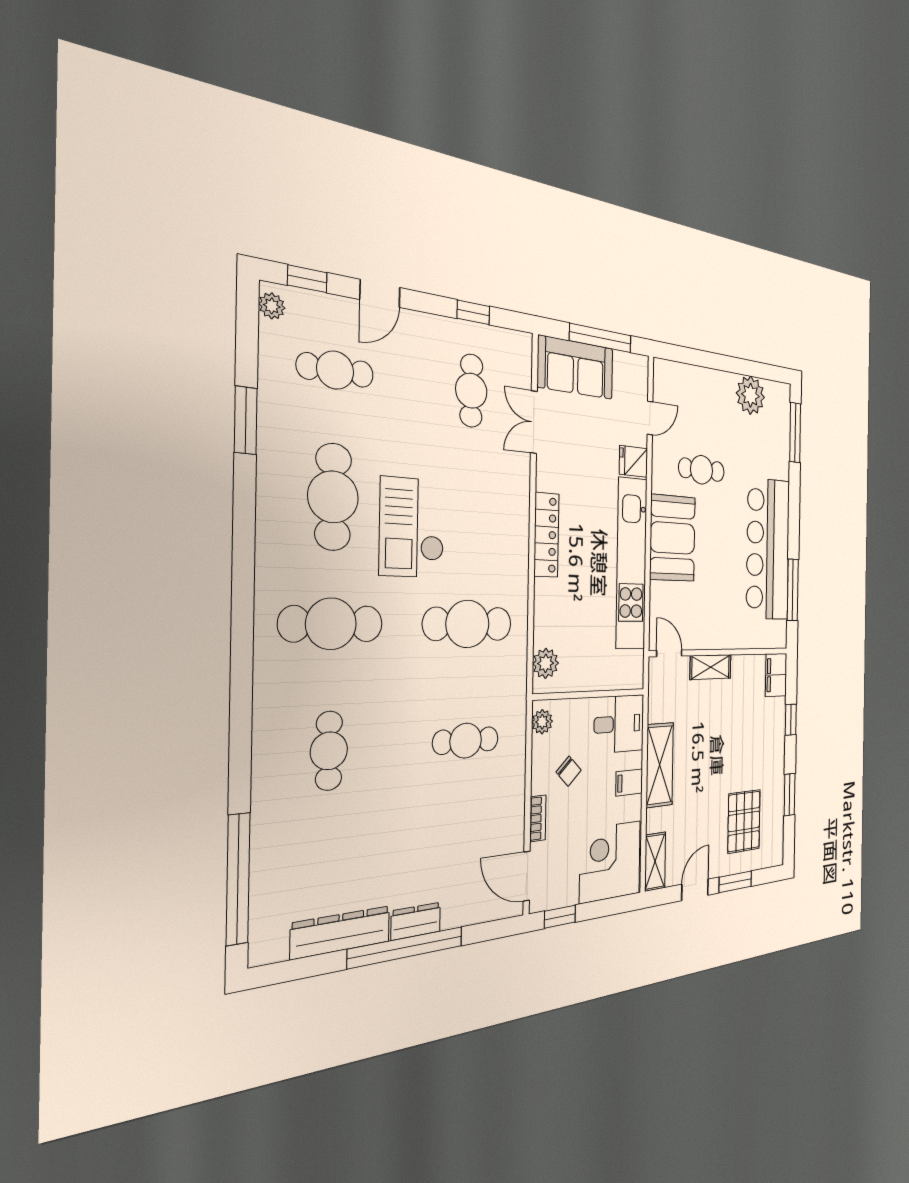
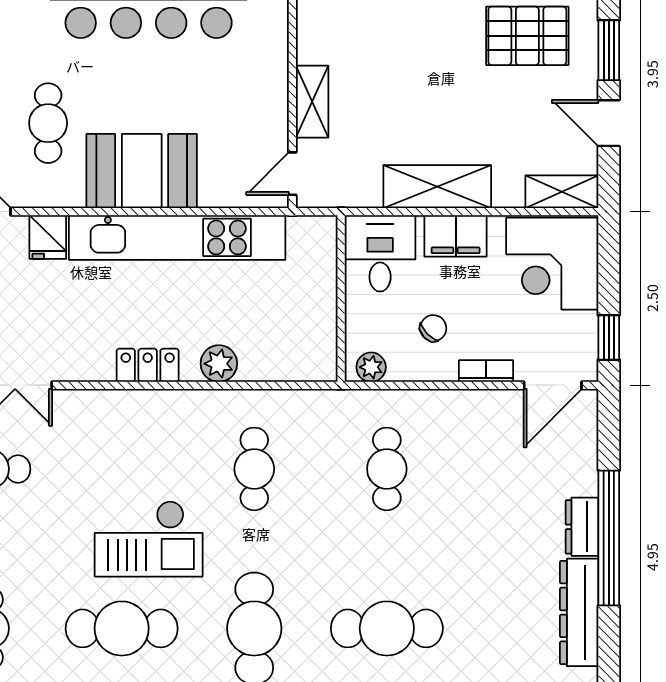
locker: (546, 535) -> (148, 365), width x0.66
cafe table: (468, 624) -> (254, 469), width x0.73, depth x0.74
plant: (546, 663) -> (219, 364), moved
cafe table: (329, 751) -> (387, 628), width x1.37, depth x1.35
filing cabinet: (629, 783) -> (456, 236), width x2.00

